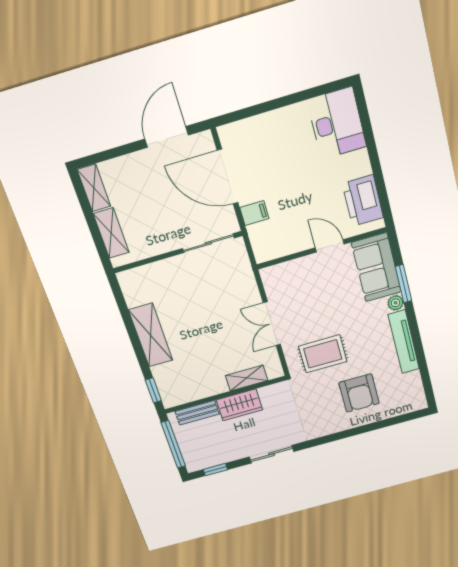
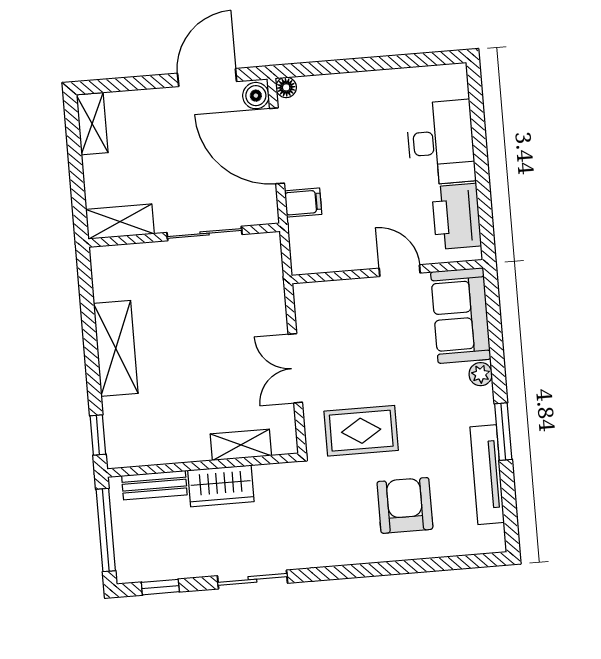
desk: (337, 123) -> (441, 142), moved
floor lamp: (225, 132) -> (286, 87), added
boiler: (205, 143) -> (256, 96), added
shelving: (111, 233) -> (120, 222), moved, turned 90
sliding door: (208, 243) -> (205, 233), moved
window: (404, 284) -> (503, 432), moved
tv unit: (404, 342) -> (487, 475), moved
armchair: (359, 393) -> (405, 505), turned 180

